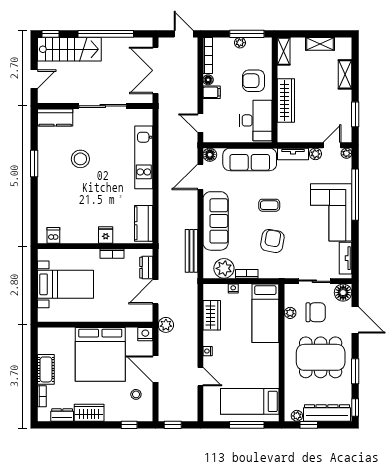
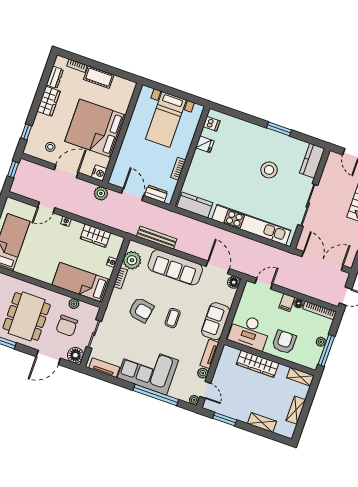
kitchen unit: (144, 157) -> (251, 225), width x1.36
sofa: (250, 159) -> (216, 321), width x0.73
fridge: (106, 235) -> (205, 144), moved

